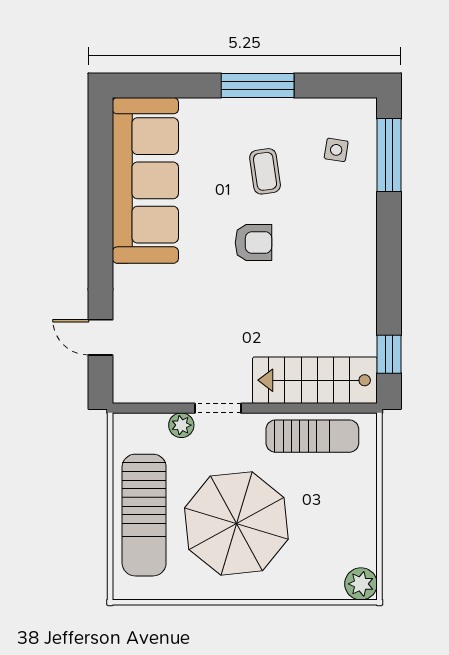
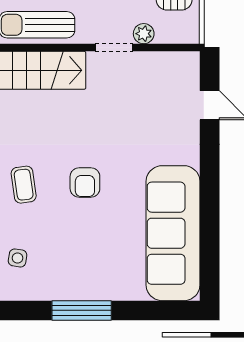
coffee table: (265, 171) -> (24, 185), moved
armchair: (253, 243) -> (85, 183), turned -90

